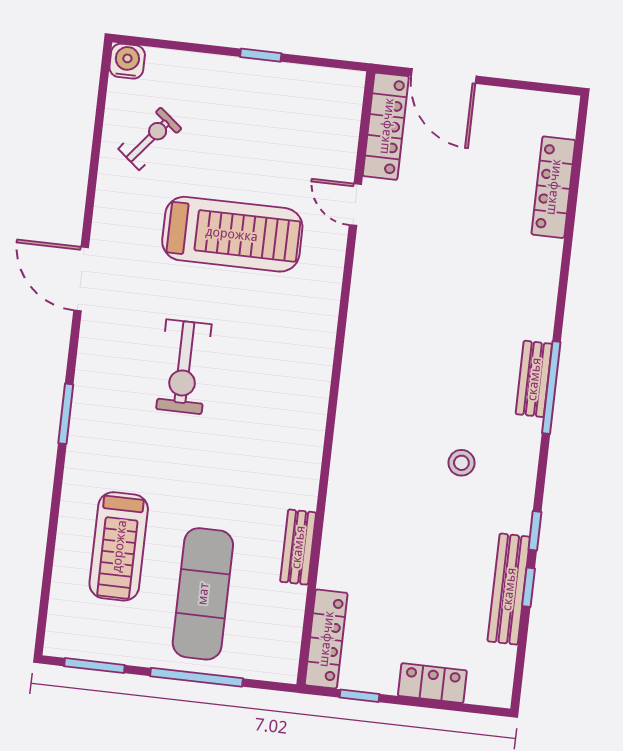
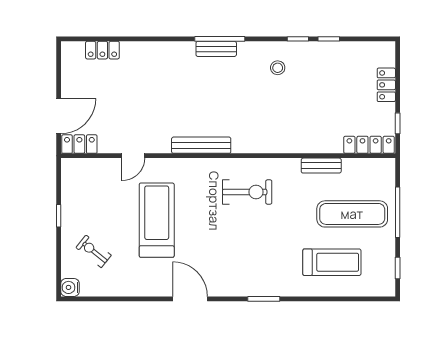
locker: (386, 126) -> (79, 144), width x0.66
exercise bike: (150, 139) -> (94, 251), moved
locker: (553, 187) -> (102, 50), width x0.66
door: (81, 279) -> (190, 299), swing flipped
exercise bike: (184, 367) -> (247, 192), moved
stool: (461, 463) -> (278, 68), moved
bench: (509, 589) -> (201, 145), moved
window: (94, 666) -> (398, 268), width x0.67

